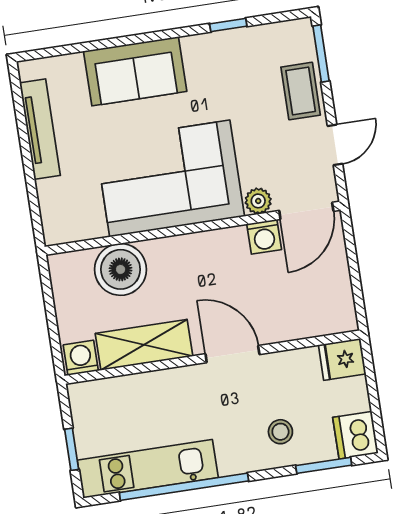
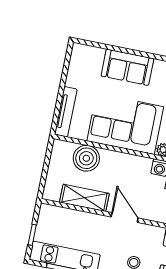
tv unit: (40, 129) -> (66, 112), moved
washing machine: (81, 358) -> (52, 193), removed

